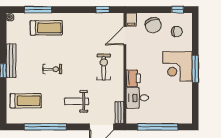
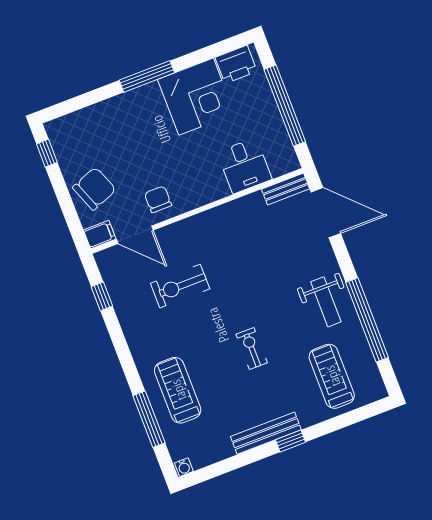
chair: (177, 32) -> (158, 199), moved
corner desk: (177, 66) -> (196, 97), moved
exercise bike: (104, 67) -> (180, 286), moved
printer: (133, 78) -> (236, 64), moved, turned 180
weight bench: (77, 101) -> (326, 302), moved

